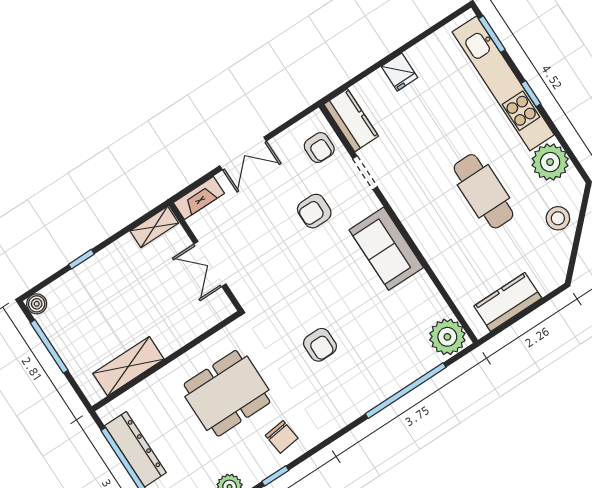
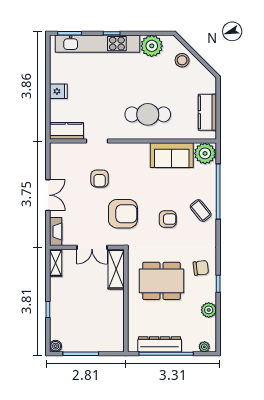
armchair: (319, 148) -> (123, 214), moved, width x1.88, depth x1.88
cafe table: (483, 191) -> (148, 114), moved
sofa: (386, 249) -> (172, 155), moved
shelving: (128, 366) -> (116, 269), moved
coffee table: (363, 384) -> (201, 211), added
dining table: (227, 393) -> (161, 281), turned 90

